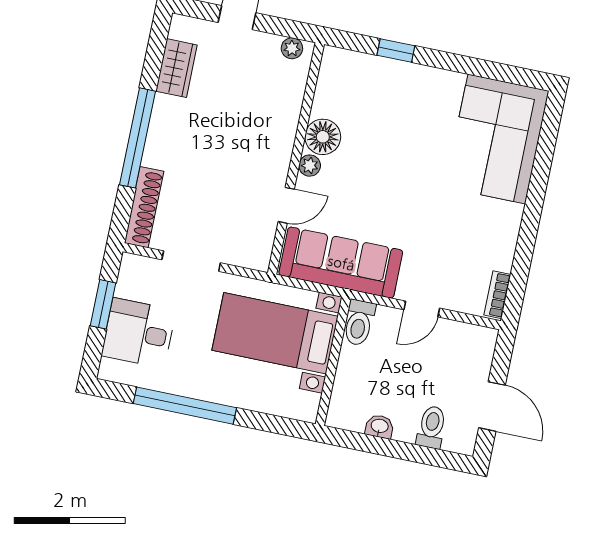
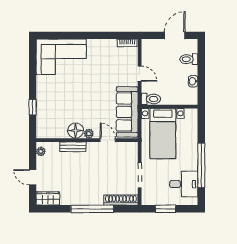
wardrobe: (176, 68) -> (48, 198), moved
bench: (287, 123) -> (73, 147), added
desk: (139, 333) -> (184, 184), moved, turned -90

